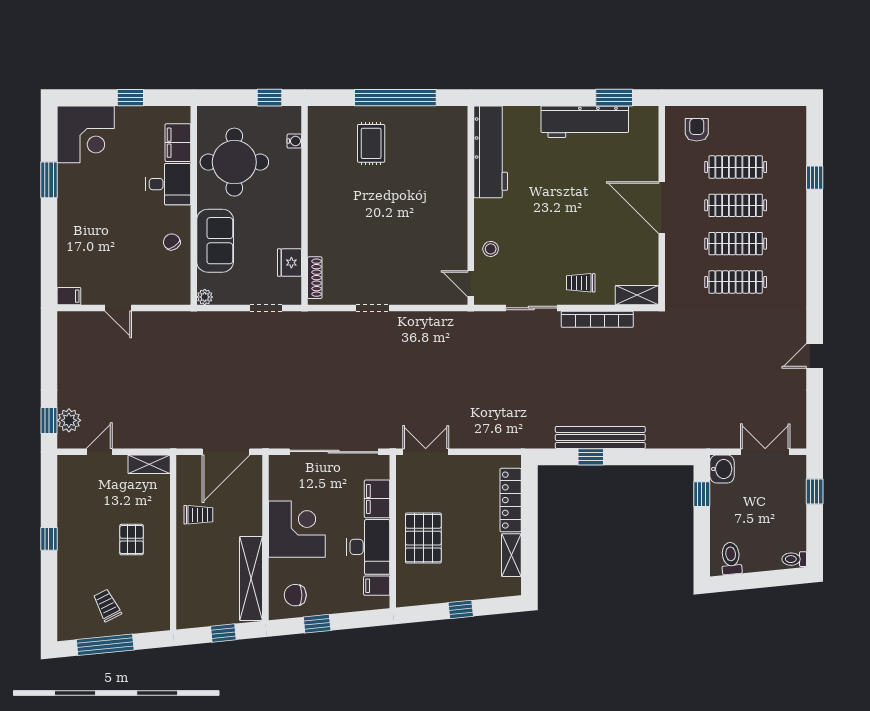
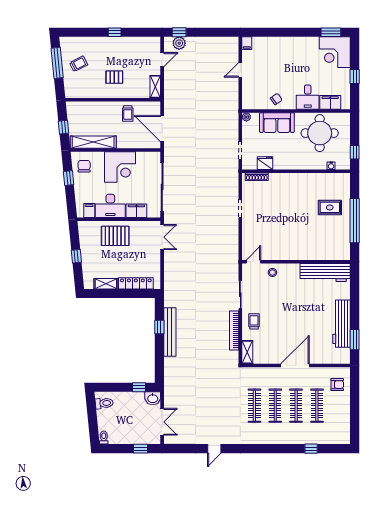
window: (49, 180) -> (331, 32), moved
door: (815, 356) -> (214, 449), swing flipped
door: (99, 452) -> (162, 60), hinge flipped

